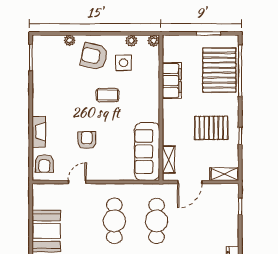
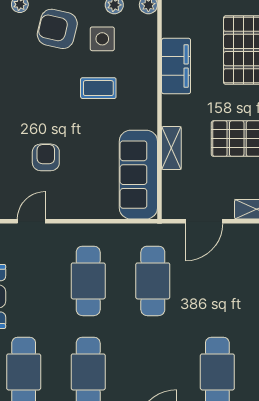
coffee table: (108, 95) -> (98, 88), moved
shelving: (169, 159) -> (171, 148), moved

